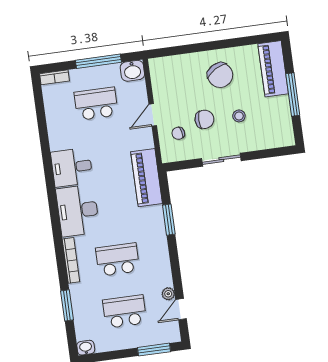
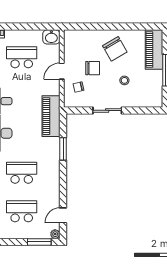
window: (98, 61) -> (28, 27), removed
chair: (204, 119) -> (93, 68), moved
plant: (168, 294) -> (55, 234), moved

